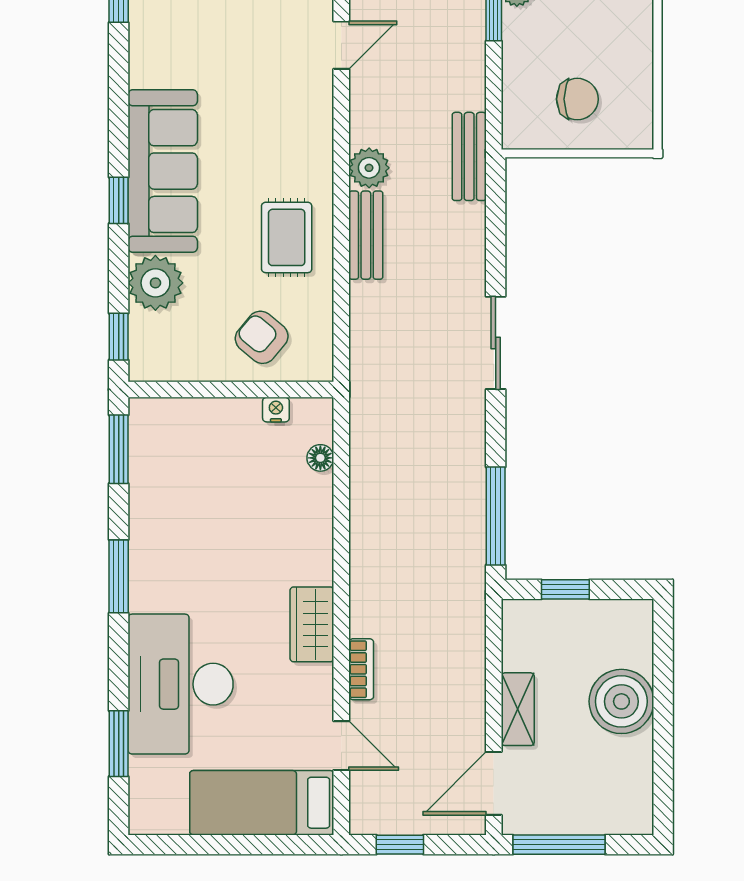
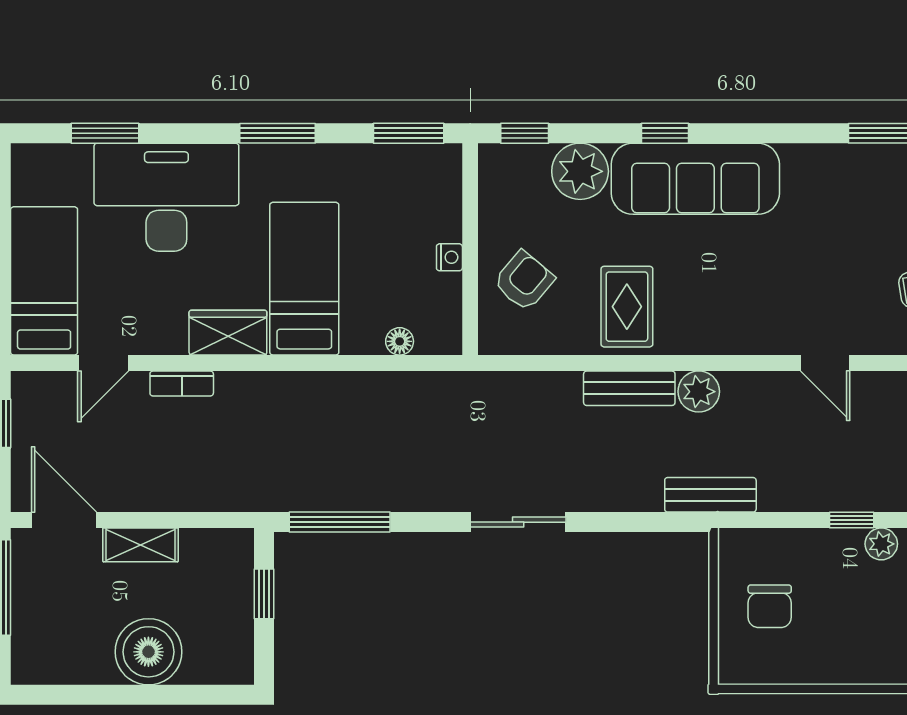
rug: (287, 237) -> (627, 307), turned 90
nightstand: (276, 410) -> (449, 257), moved
bed: (260, 550) -> (304, 279), added

